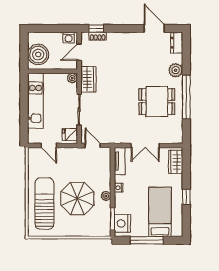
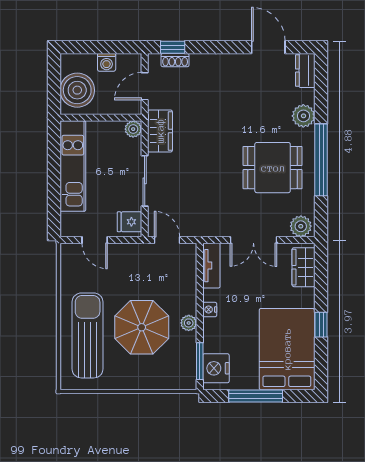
washing machine: (69, 38) -> (107, 62), moved
plant: (174, 137) -> (301, 226), added
bed: (160, 212) -> (287, 349), width x1.50

